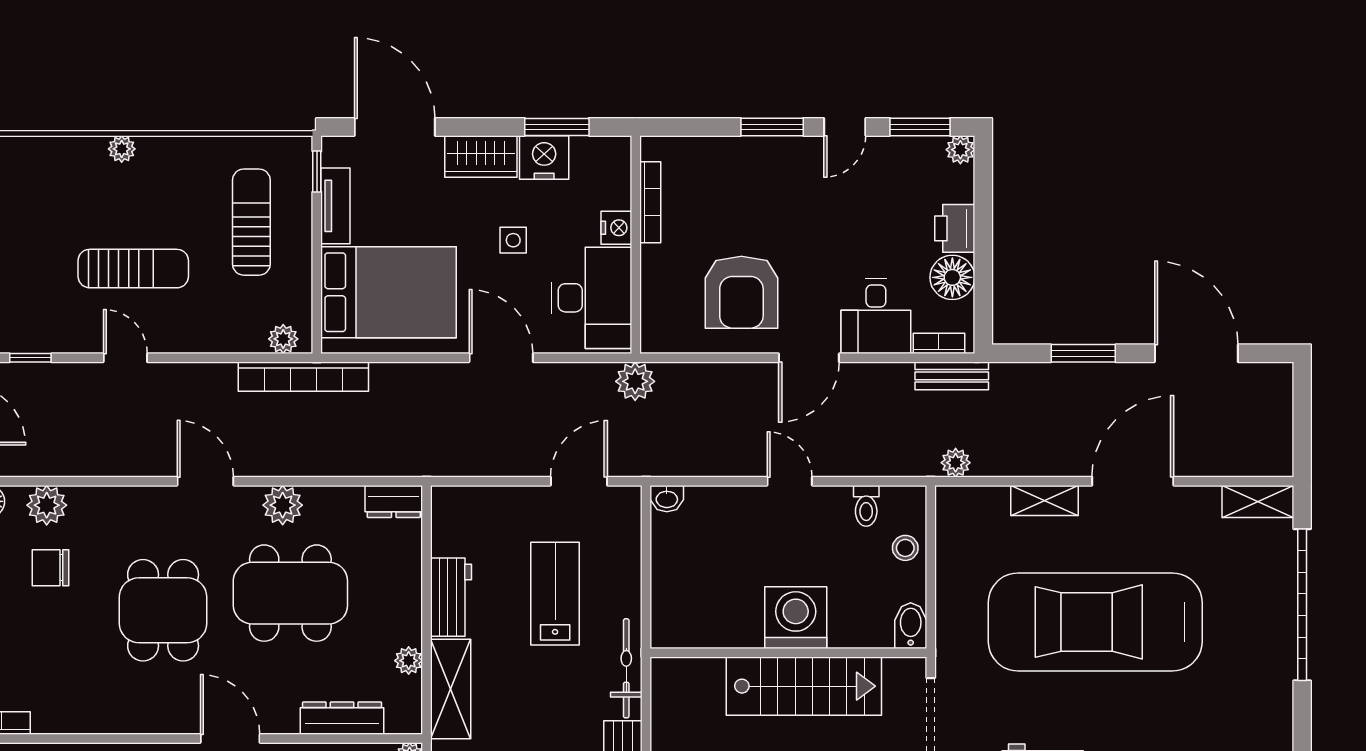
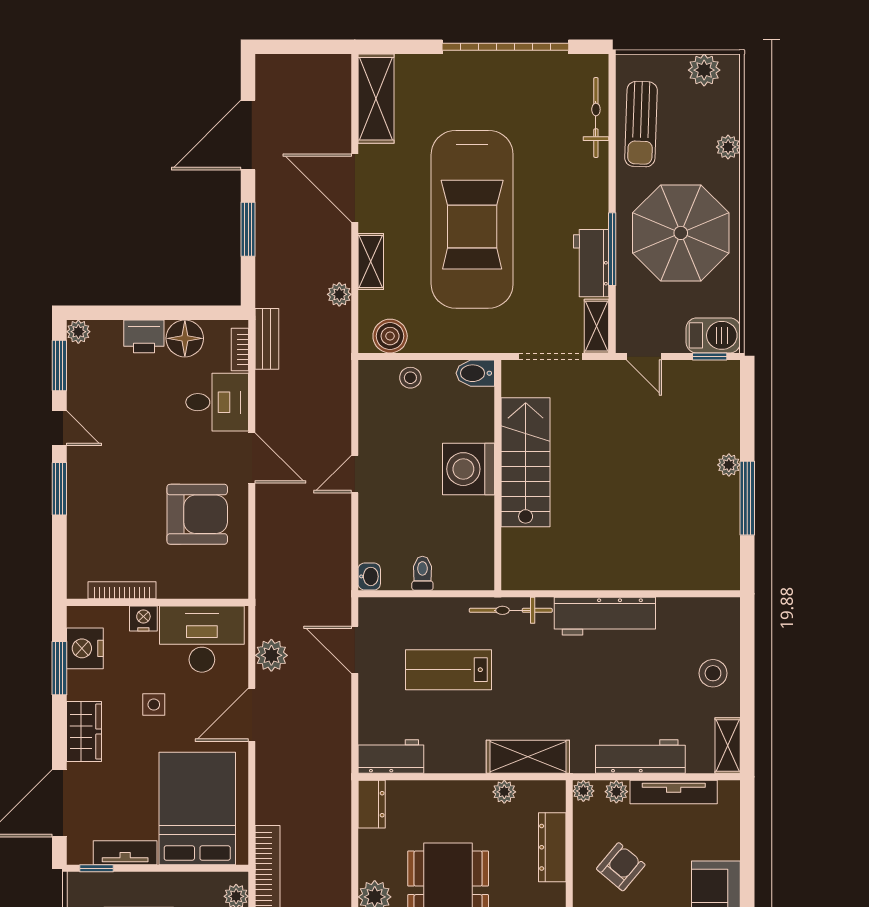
nightstand: (544, 157) -> (85, 648), moved
plant: (635, 381) -> (271, 655), moved
plant: (956, 463) -> (339, 294), moved
shelving: (1258, 501) -> (376, 99), width x1.50, depth x1.33
toilet: (866, 506) -> (422, 573), moved, turned -90
boiler: (955, 524) -> (390, 336), added
workbench: (451, 597) -> (391, 756), moved
garage door: (1302, 605) -> (505, 47), moved

